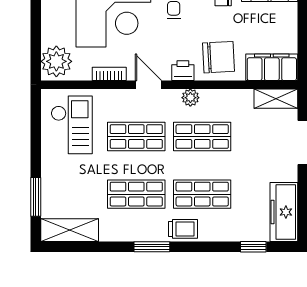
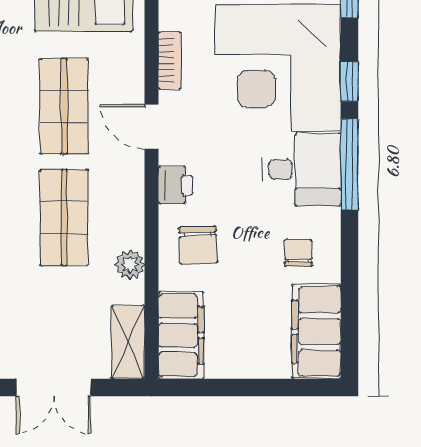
chair: (218, 57) -> (198, 245), width x0.73, depth x0.73
door: (148, 85) -> (151, 127), swing flipped
plant: (190, 98) -> (130, 264), moved

